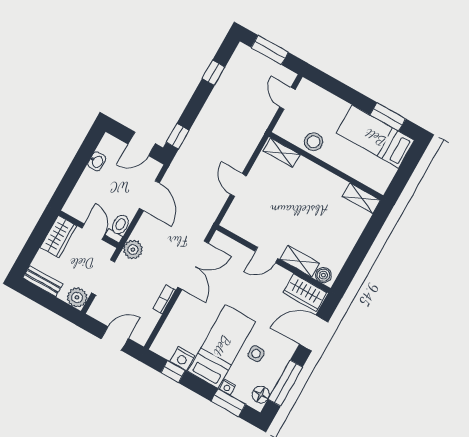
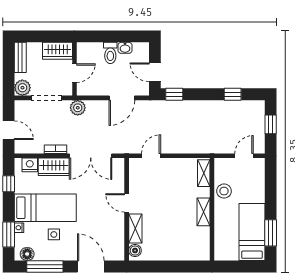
window: (270, 50) -> (271, 124), width x0.67
door: (238, 185) -> (151, 156), moved
shelving: (361, 198) -> (204, 212), moved
toilet: (119, 228) -> (110, 53), moved, turned 90
wardrobe: (305, 293) -> (54, 167), moved, turned -90
nightstand: (182, 359) -> (30, 165), moved, turned 90

